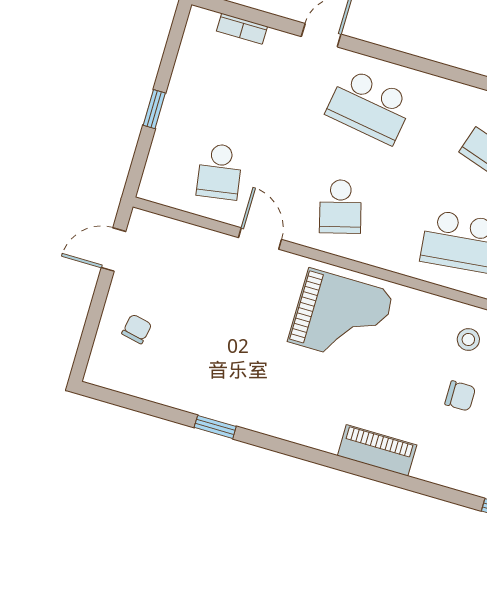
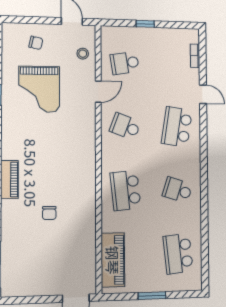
school desk: (340, 207) -> (125, 126), turned 36
grand piano: (341, 317) -> (39, 89), moved
stool: (468, 339) -> (83, 54), moved

